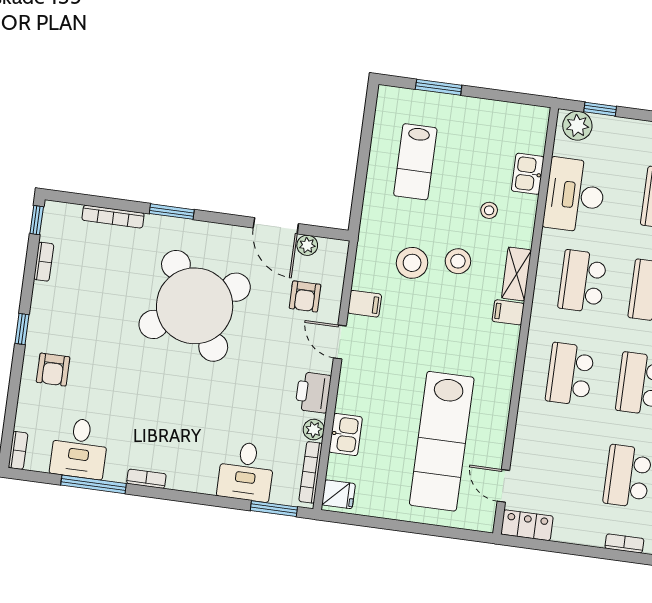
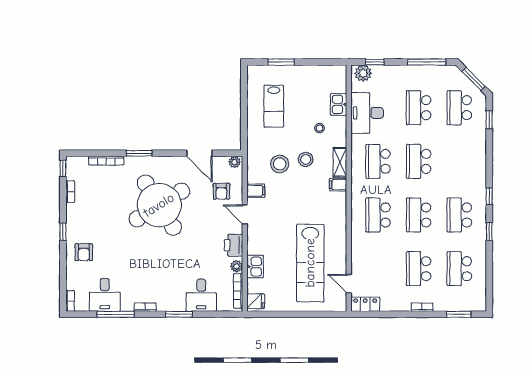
plant: (307, 245) -> (235, 162), moved
window: (274, 509) -> (179, 314), moved

